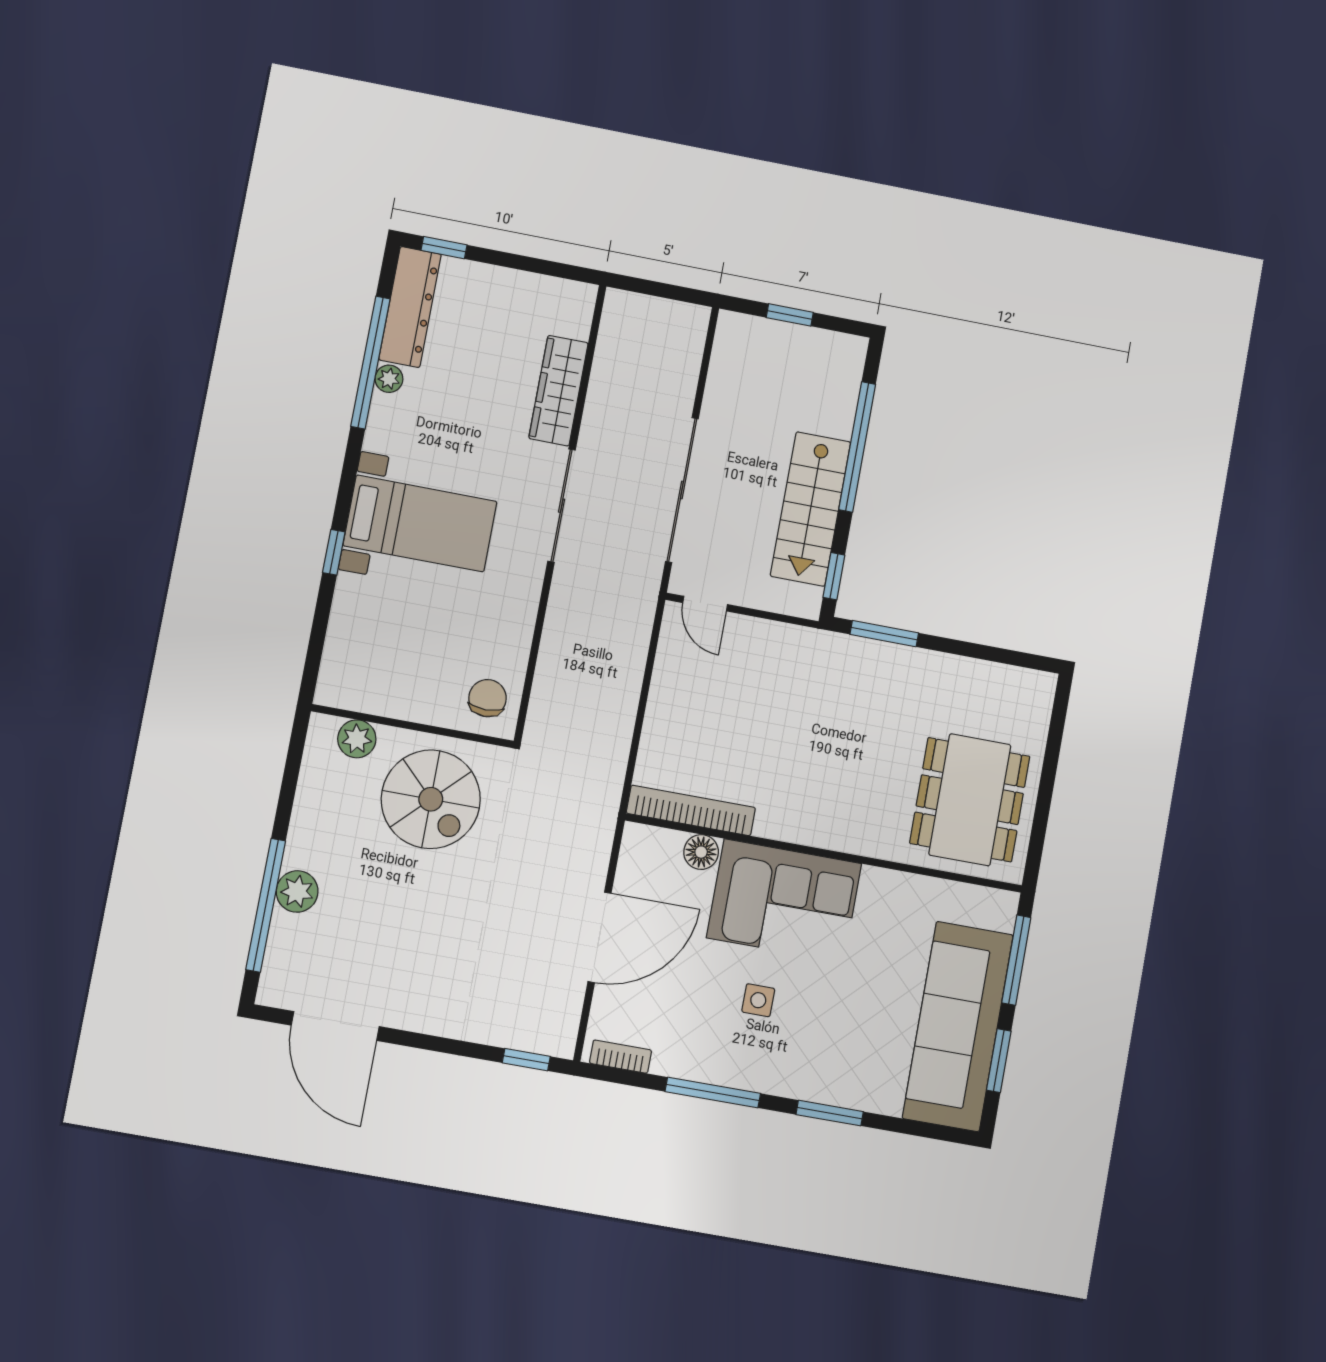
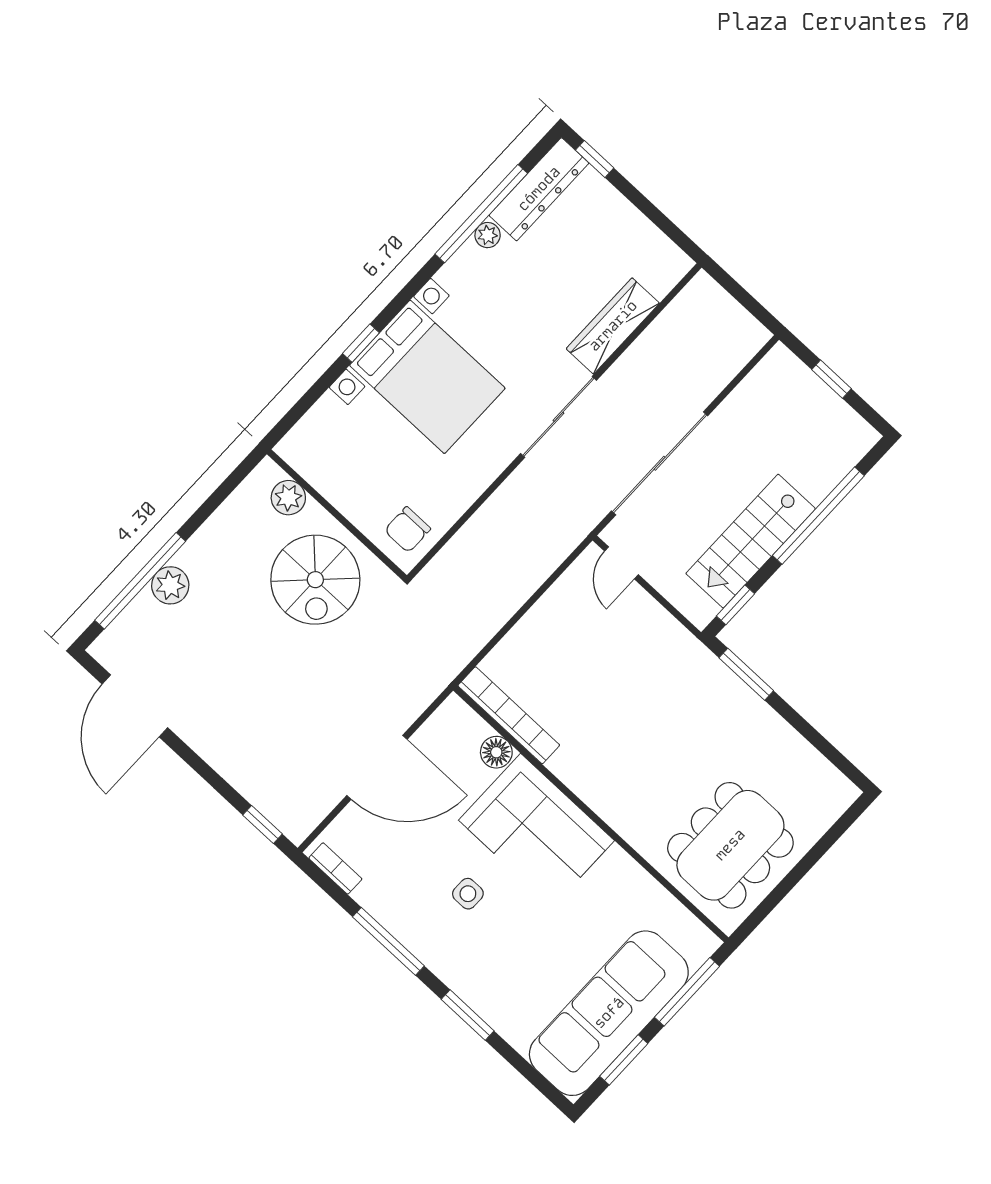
bed with nightstands: (420, 524) -> (427, 377), width x1.36
chair: (488, 698) -> (407, 530), turned 180

